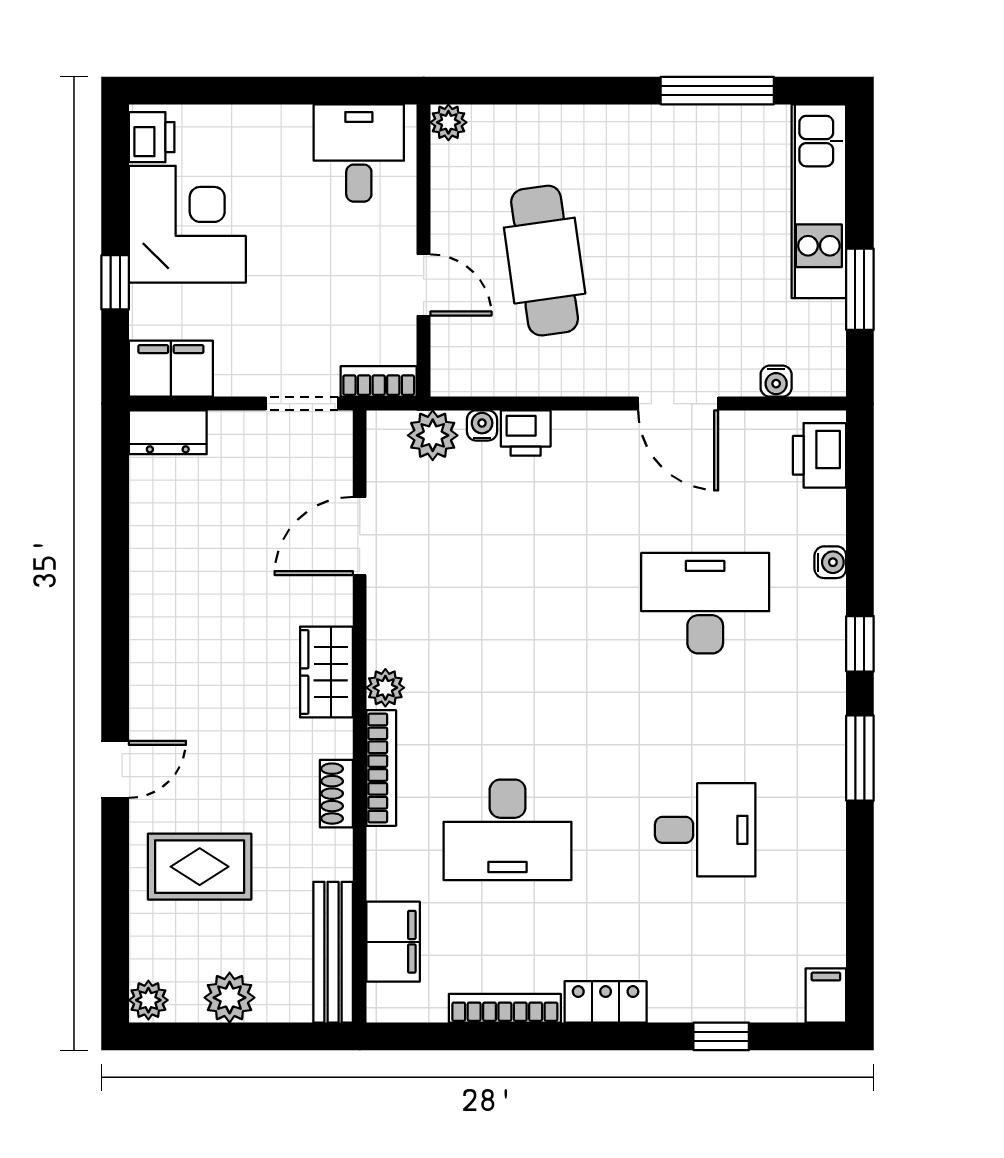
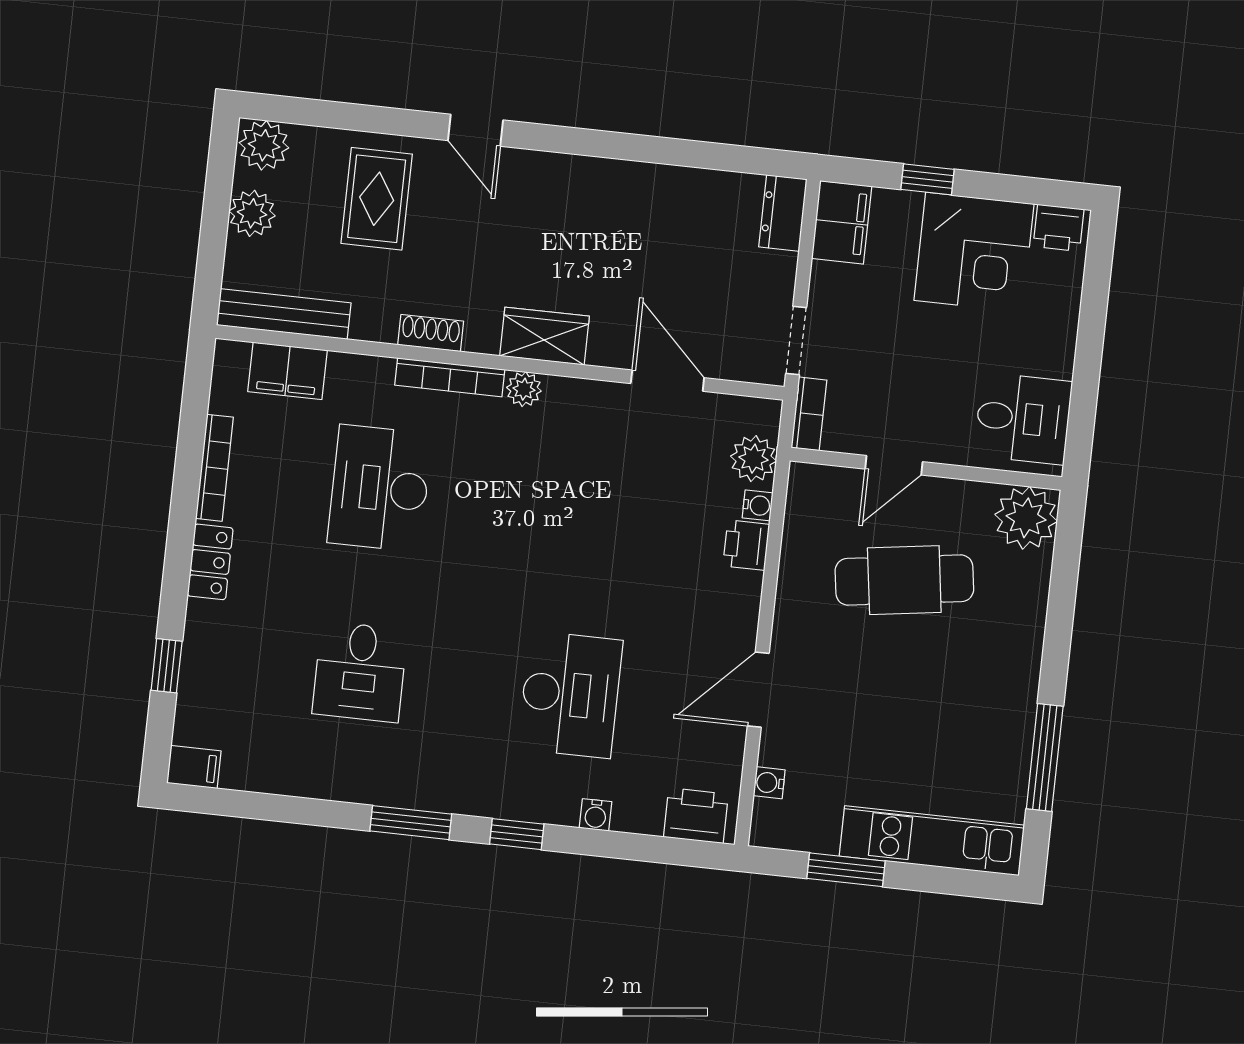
plant: (448, 122) -> (1026, 518), width x1.87, depth x1.87
plant: (148, 1000) -> (264, 145), width x1.38, depth x1.38

